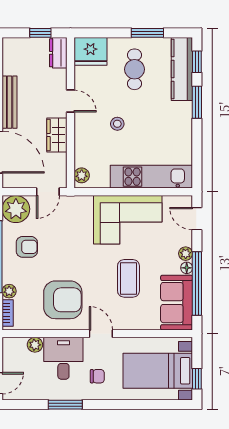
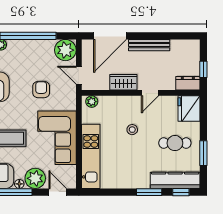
door: (197, 219) -> (58, 192), hinge flipped
armchair: (27, 247) -> (41, 90), moved, turned 180
plant: (186, 254) -> (35, 178), width x1.88, depth x1.88

